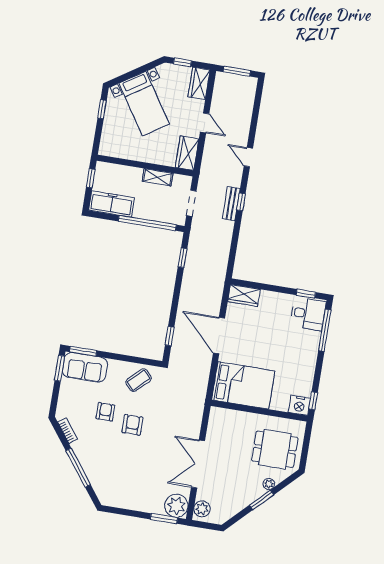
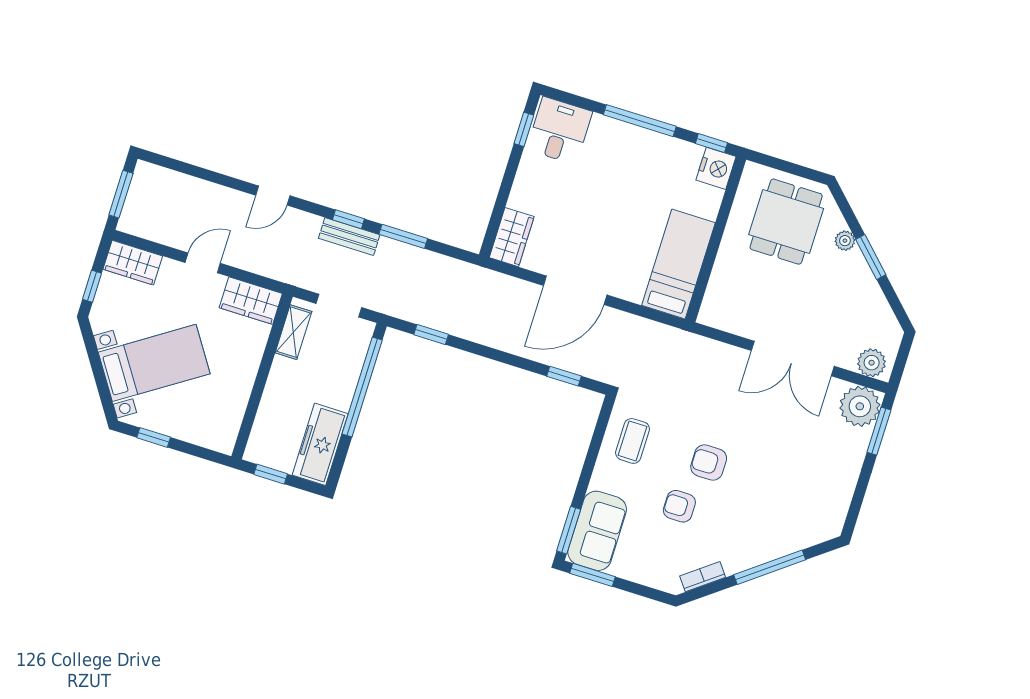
shelving: (158, 177) -> (293, 332), moved
window: (236, 234) -> (403, 236), added
window: (325, 330) -> (640, 121), moved
coffee table: (139, 380) -> (633, 441), turned 44
bed: (243, 385) -> (678, 264), width x0.67

